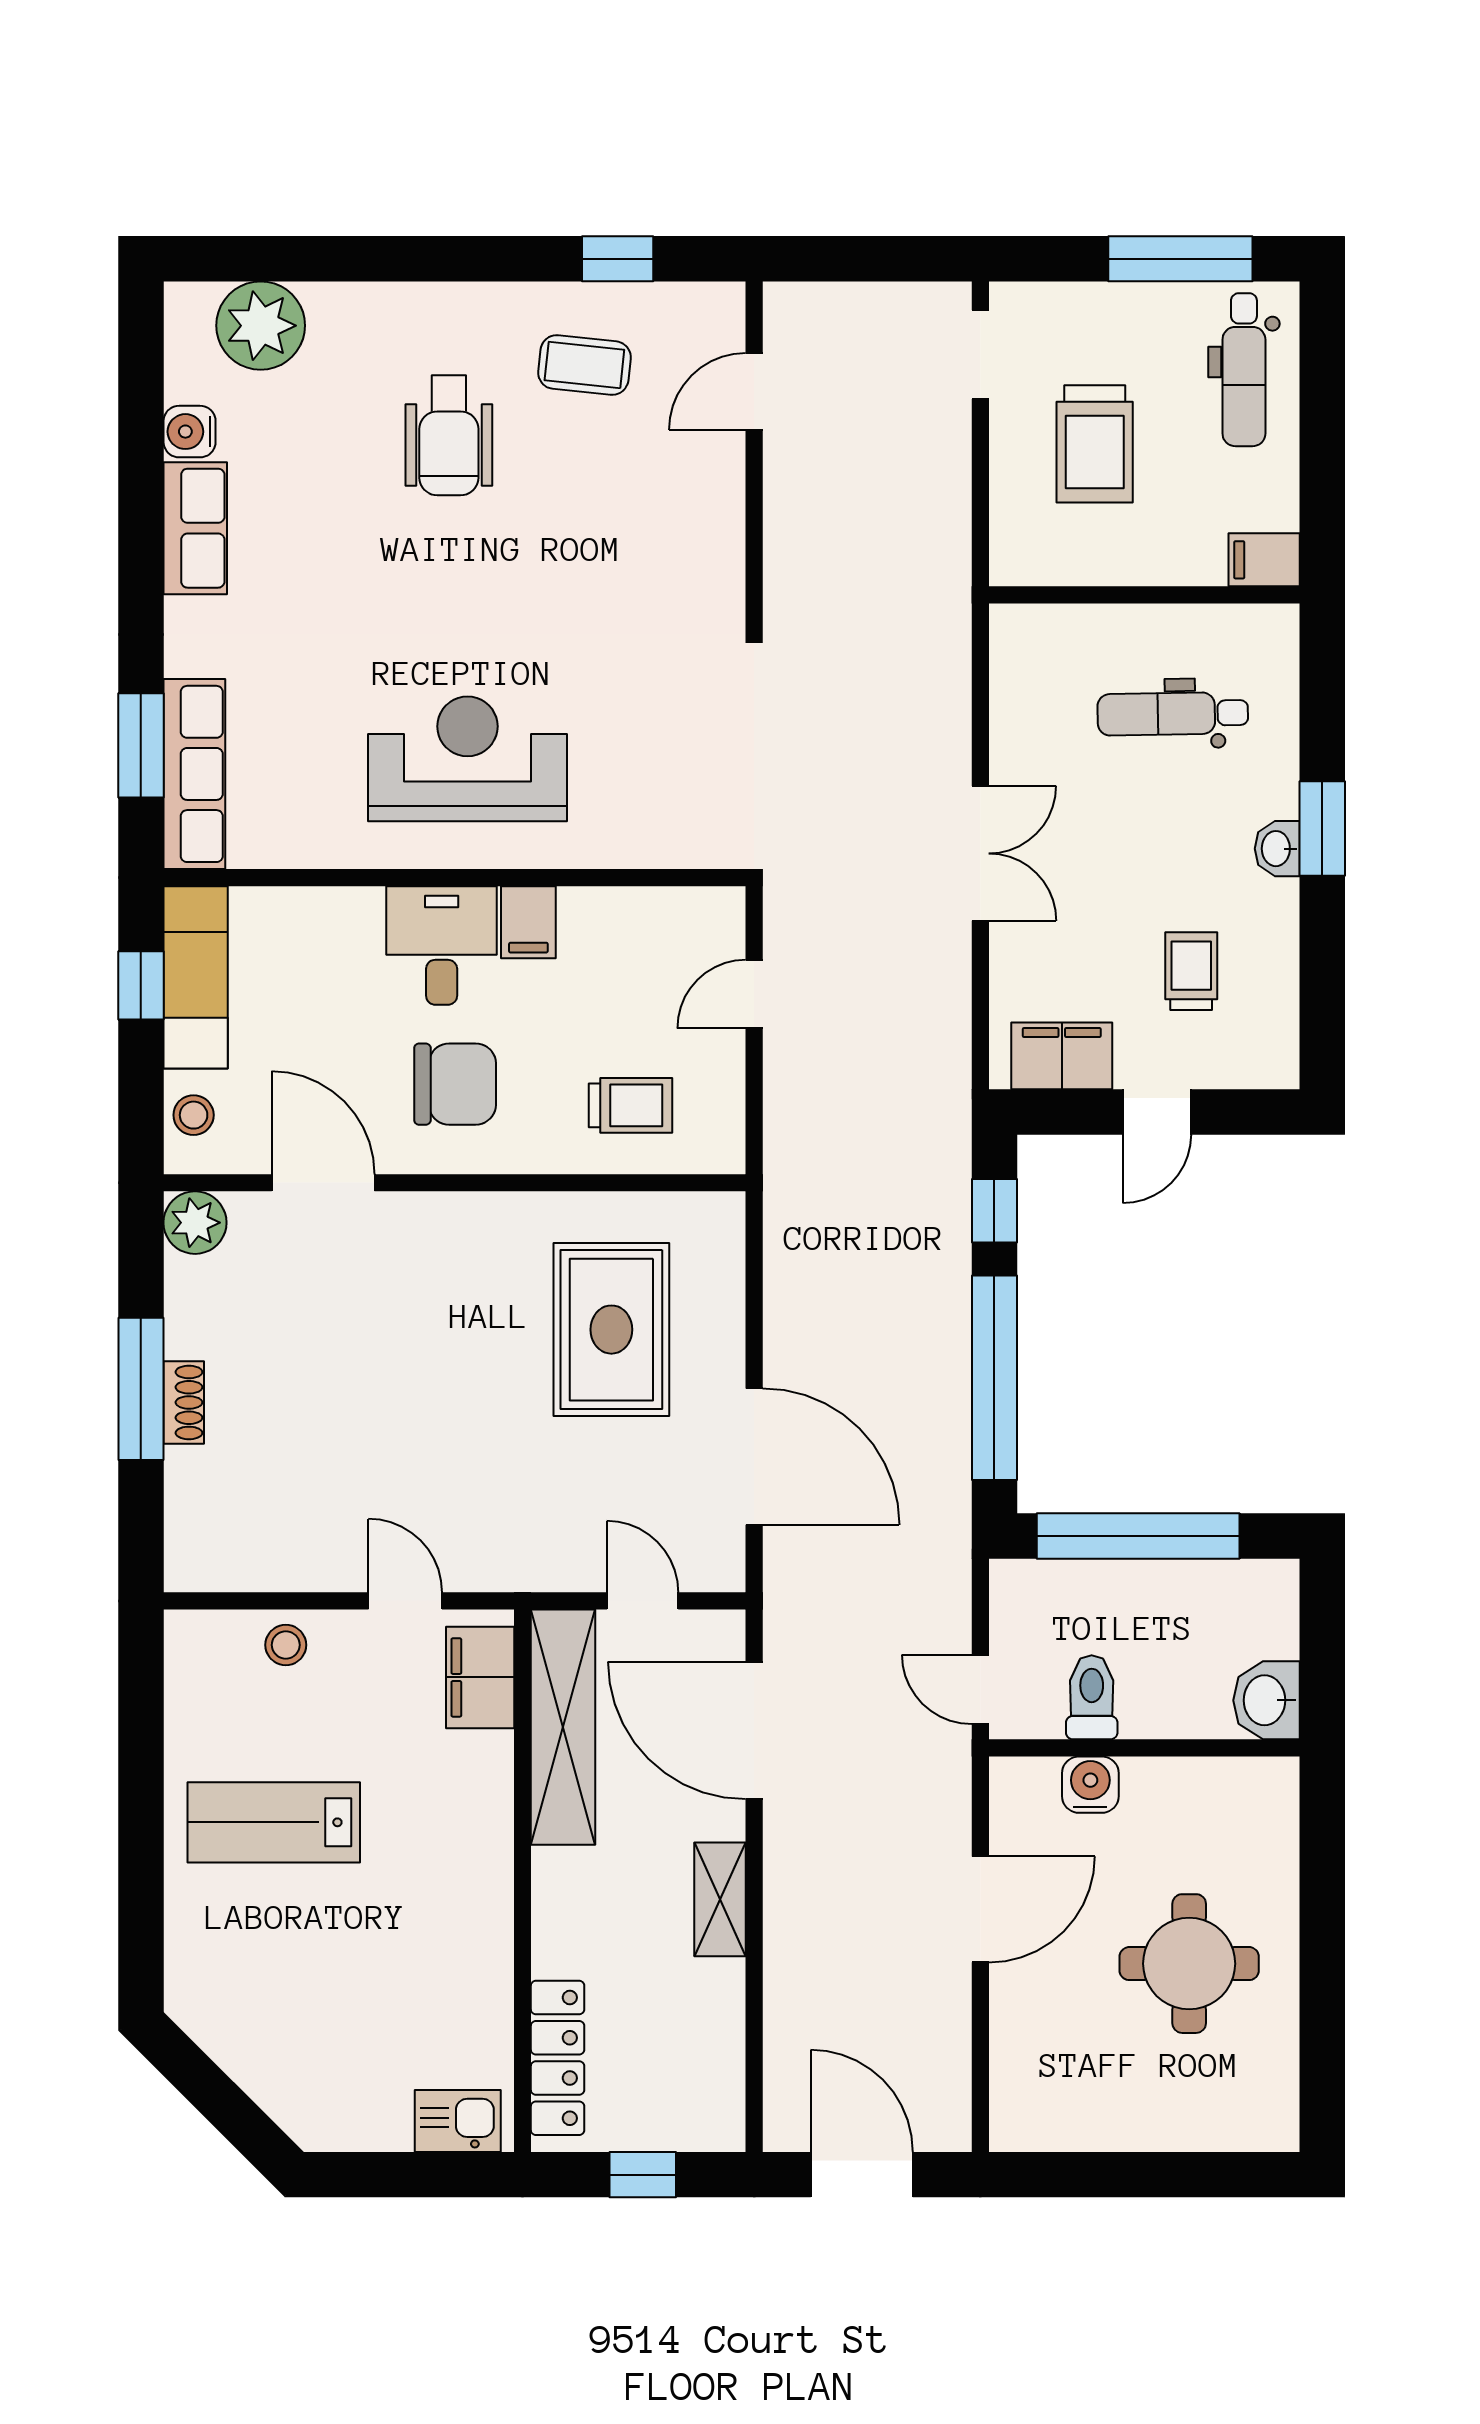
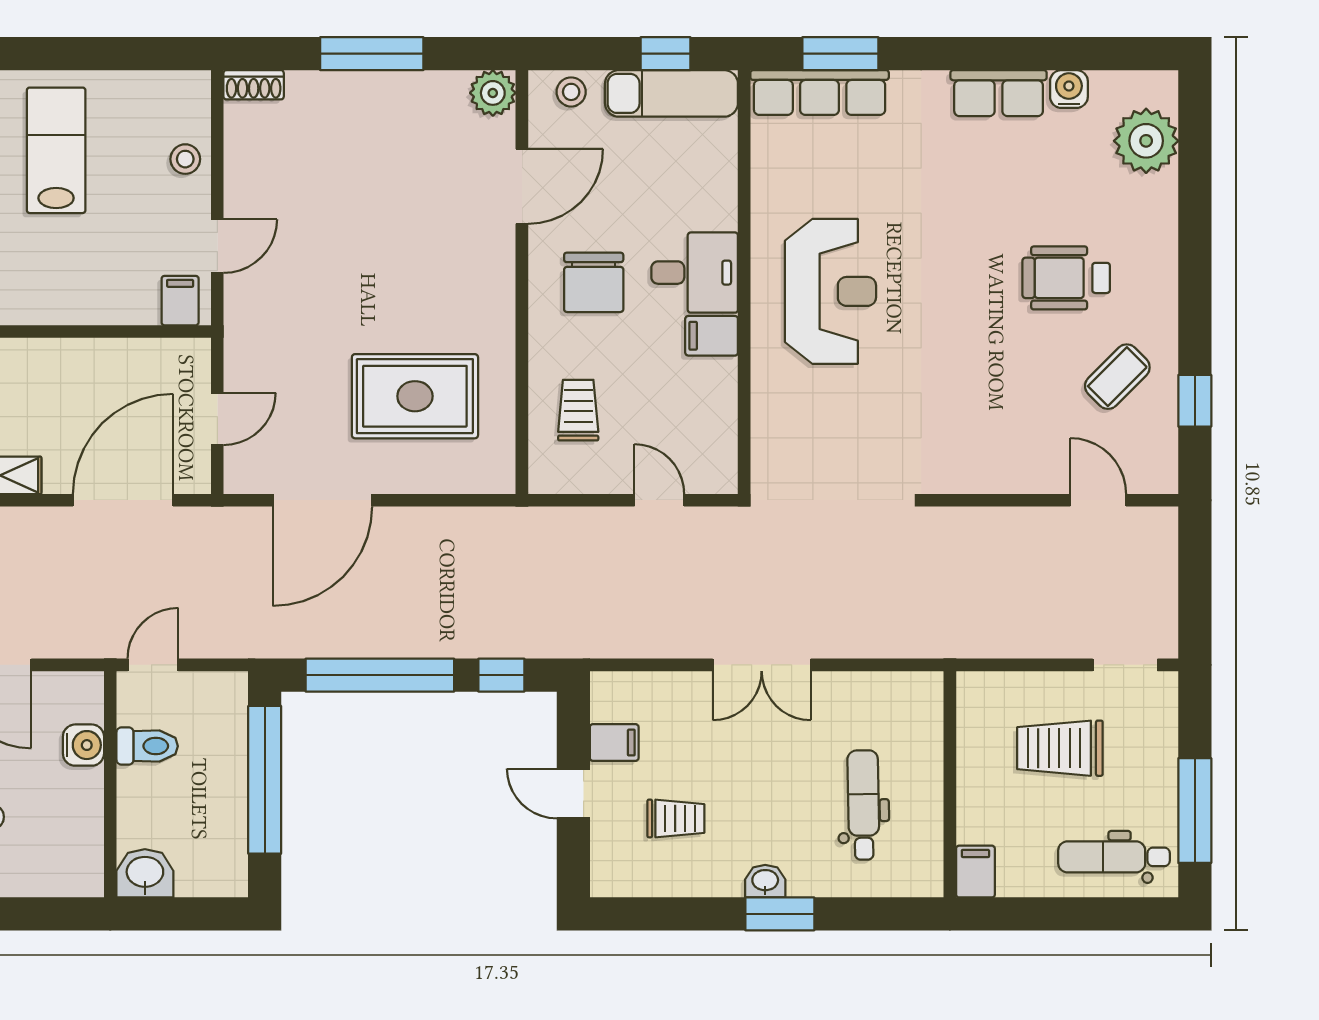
coffee table: (584, 365) -> (1117, 377), turned 39
filing cabinet: (1062, 1056) -> (614, 743), width x0.50
trolley: (630, 1105) -> (578, 410), turned 180
shoe rack: (184, 1402) -> (254, 85), moved
filing cabinet: (480, 1677) -> (180, 301), width x0.50
shelving: (563, 1727) -> (125, 361), removed

